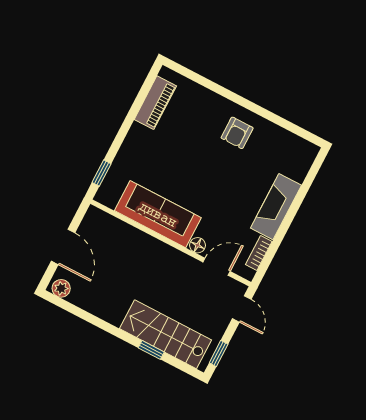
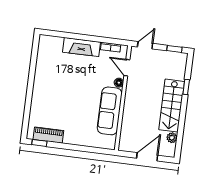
armchair: (237, 133) -> (49, 84), removed
window: (101, 173) -> (39, 143), moved
plant: (61, 288) -> (172, 138), moved
stairs: (165, 334) -> (172, 106), moved

